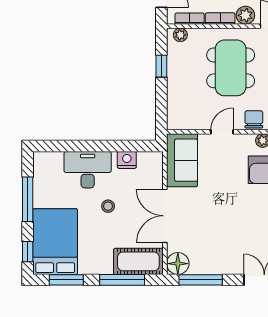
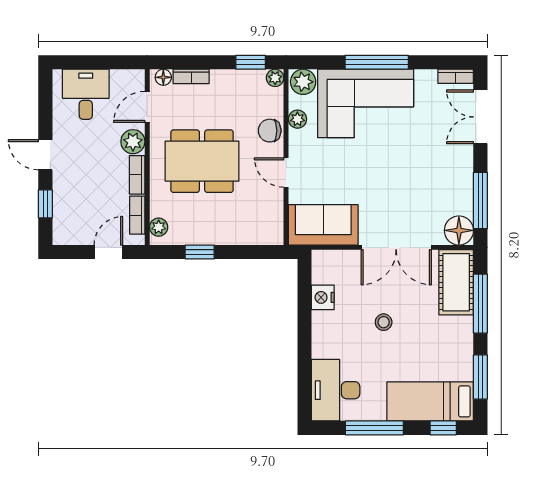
desk: (88, 170) -> (336, 390), moved
bed: (55, 242) -> (430, 401), width x0.67

